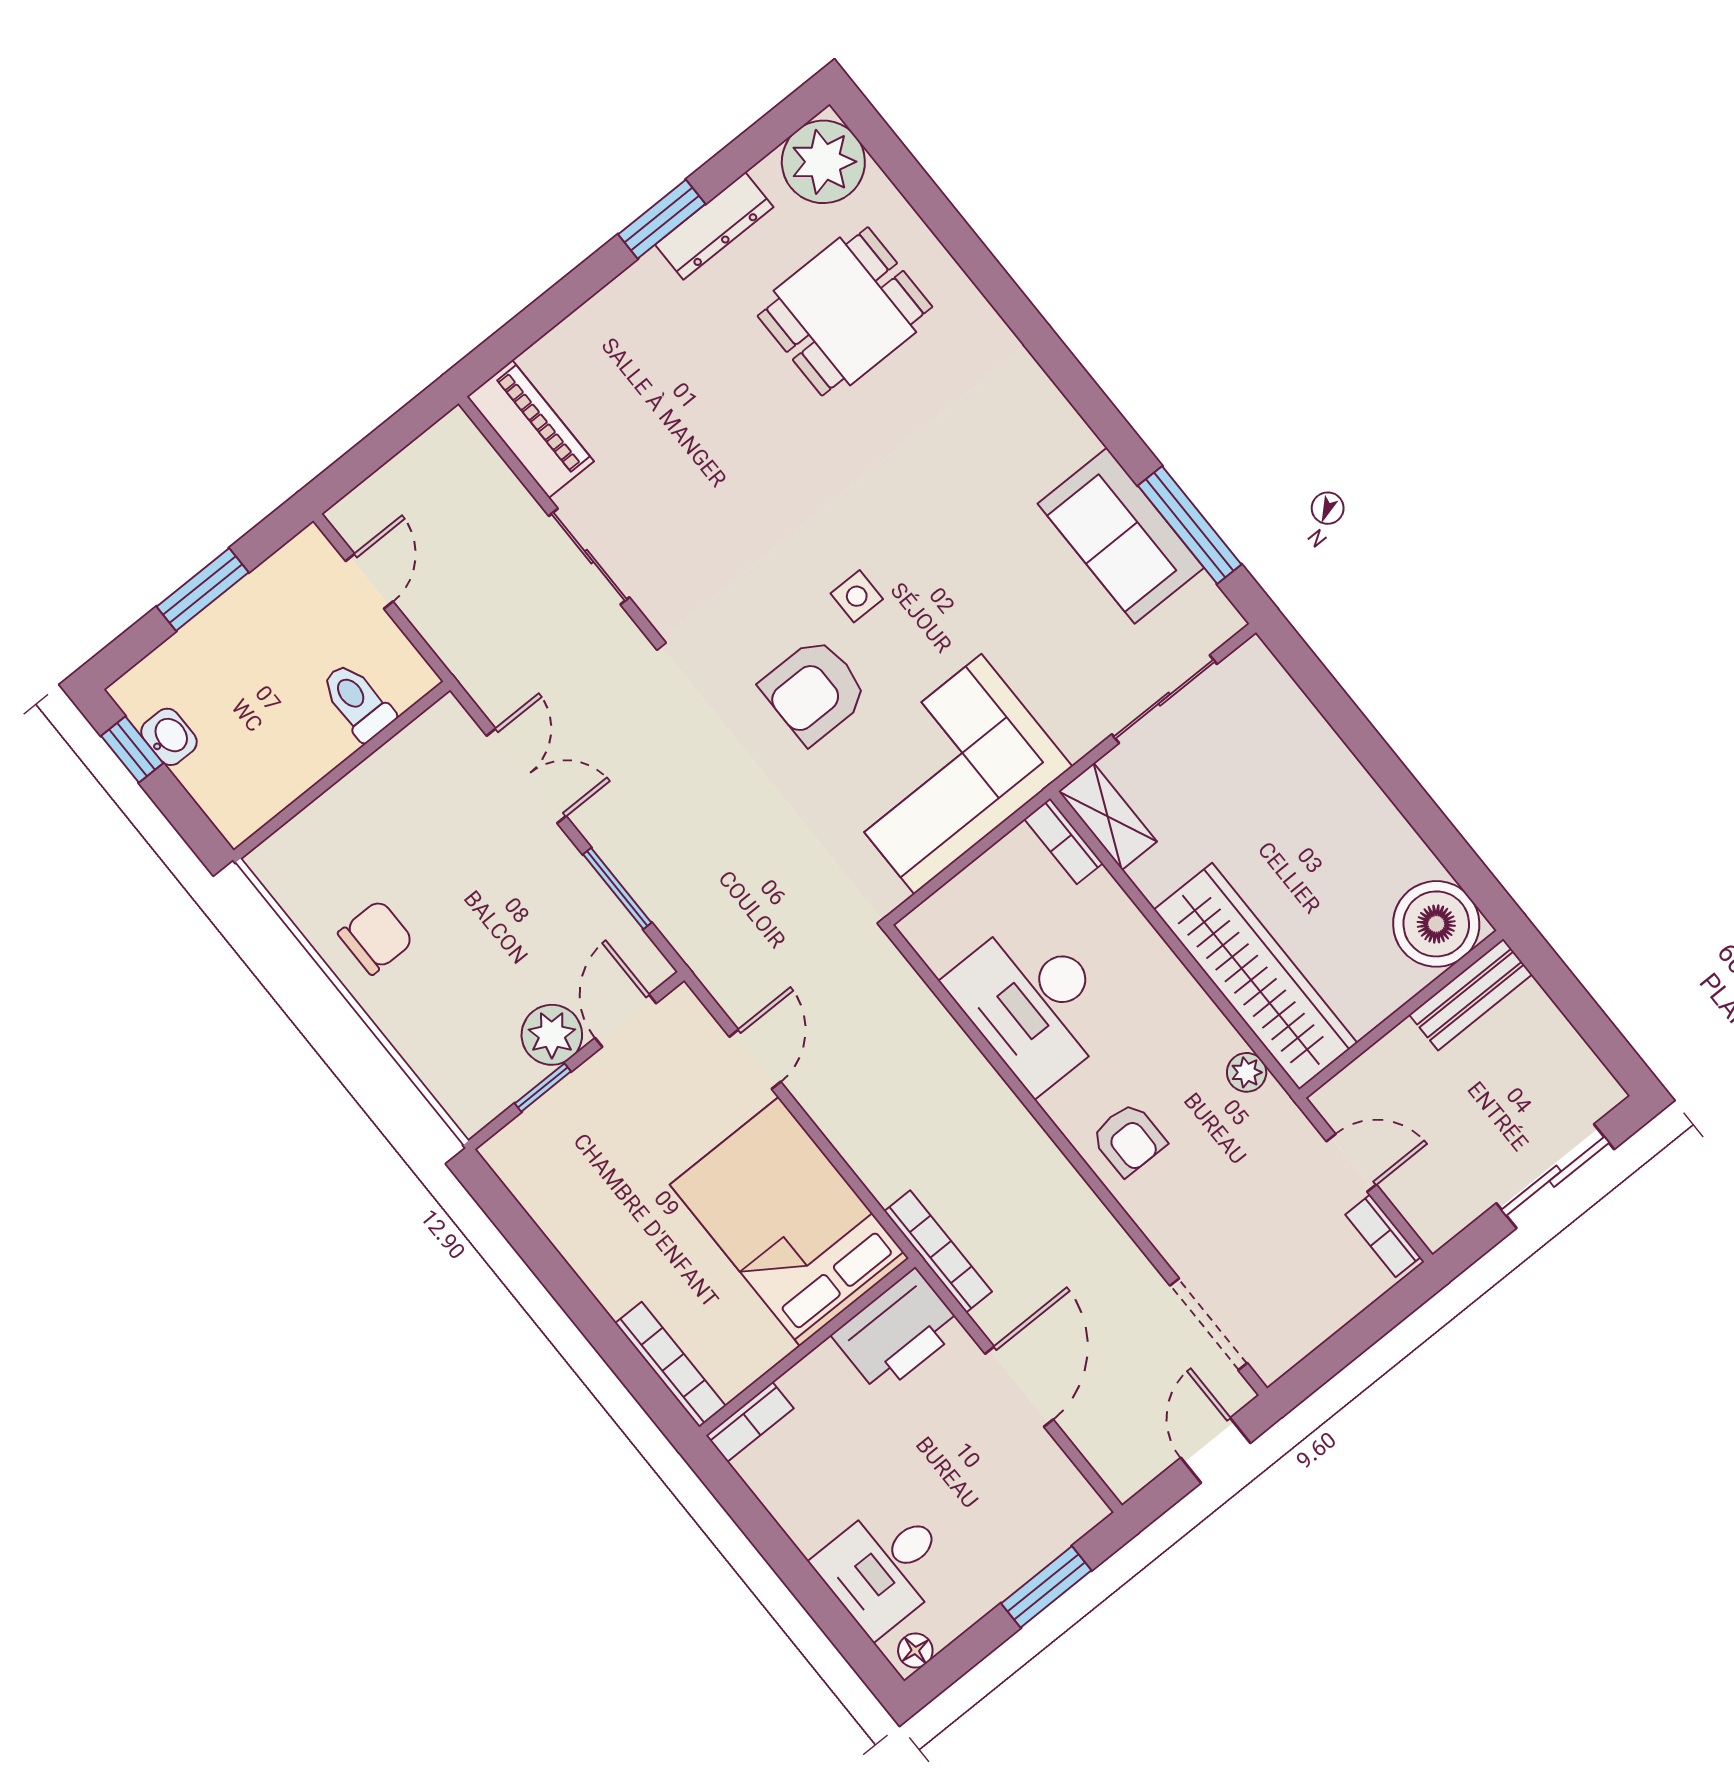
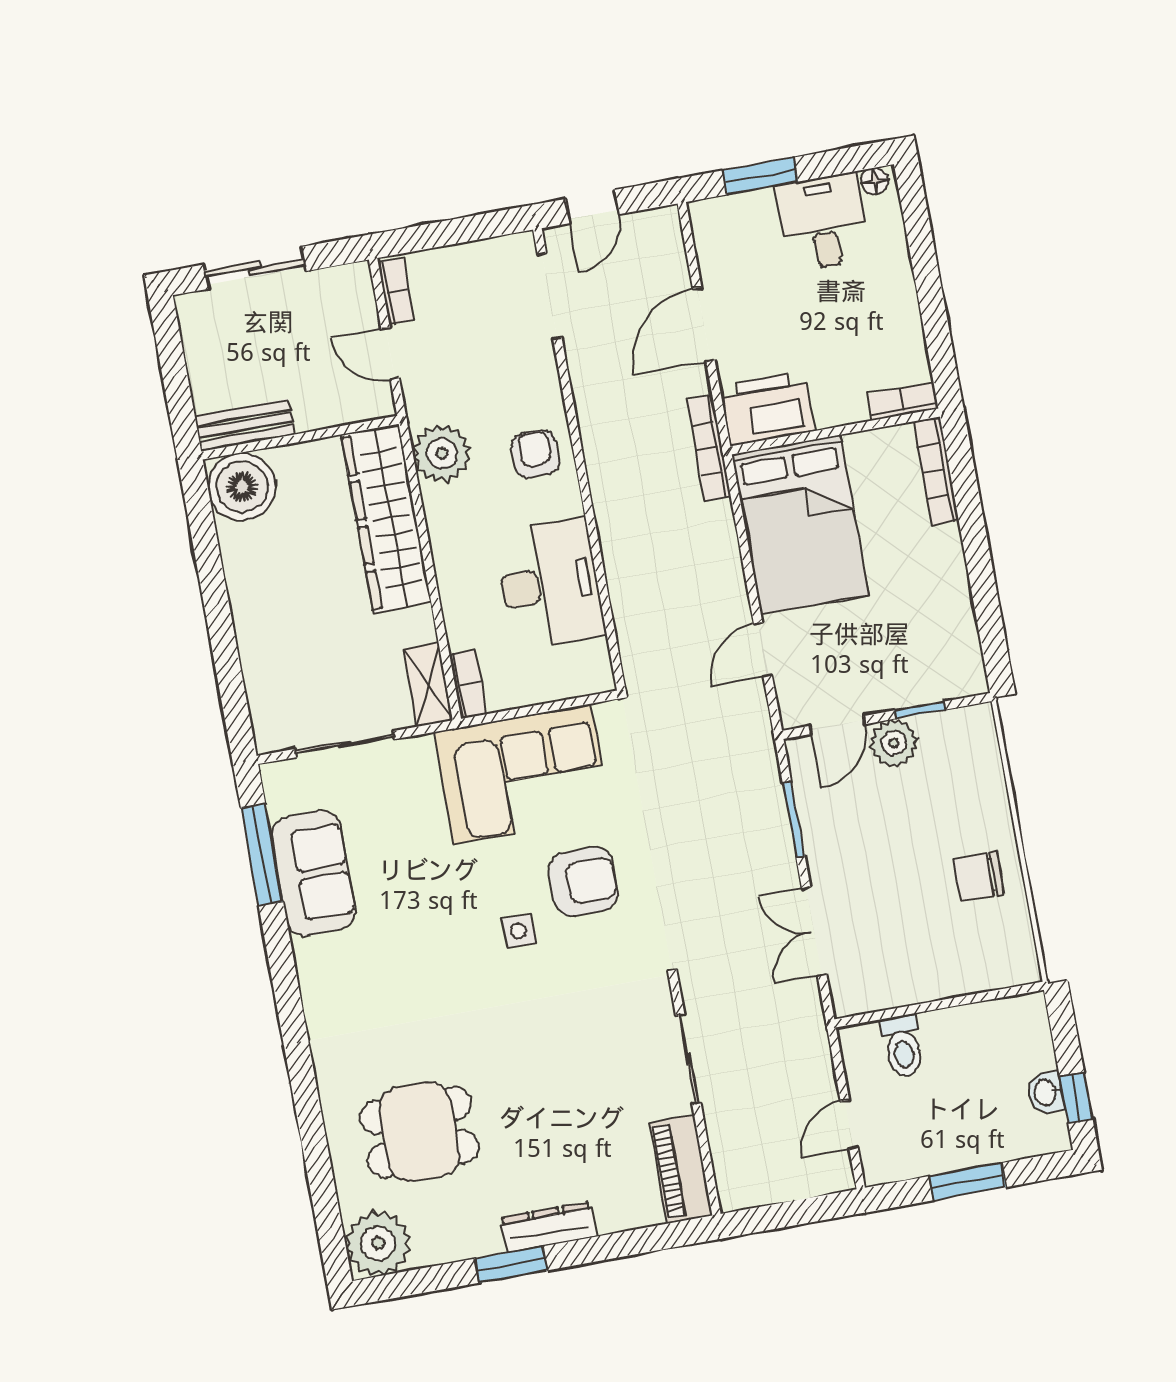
dresser: (714, 226) -> (548, 1227), moved
plant: (1247, 1072) -> (442, 453), width x1.88, depth x1.88
desk: (884, 1567) -> (823, 222), moved, turned -90

